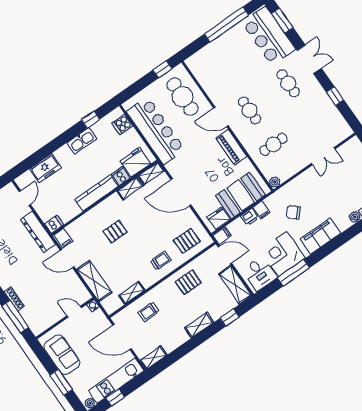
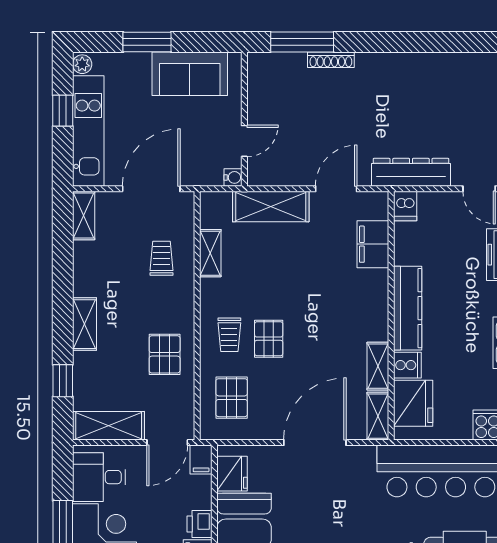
pallet: (115, 232) -> (269, 339), moved
filing cabinet: (63, 238) -> (373, 244), moved, width x2.00

